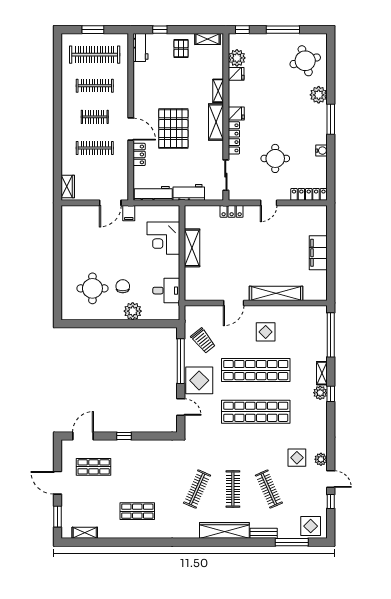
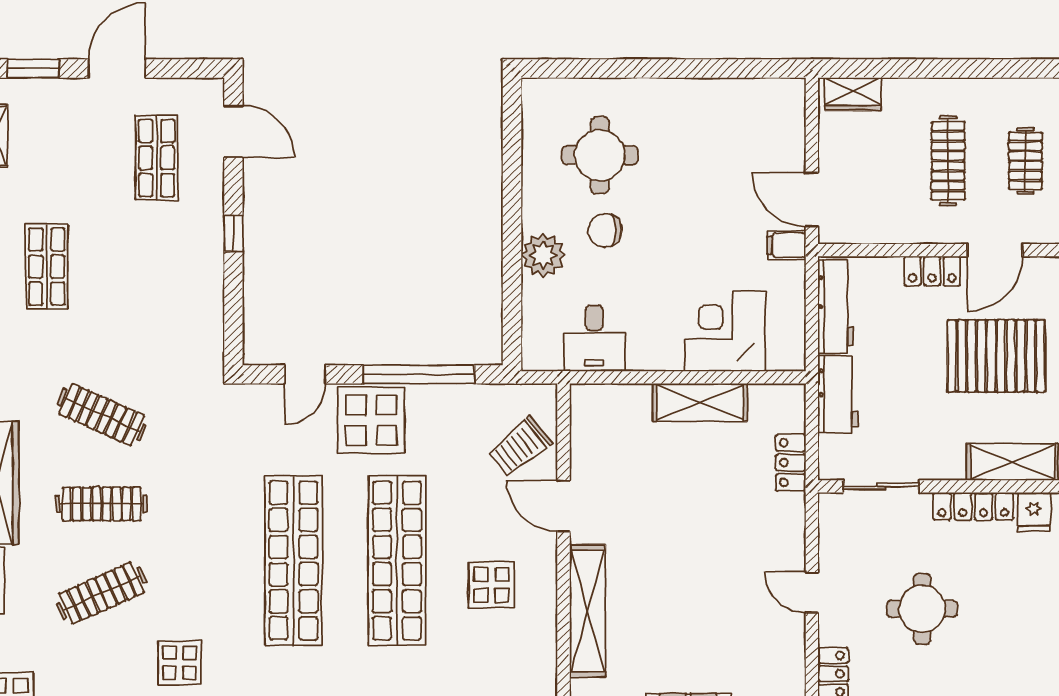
locker: (232, 211) -> (791, 463), moved
chair: (123, 286) -> (605, 230), turned 180
trolley: (203, 341) -> (520, 447), moved

